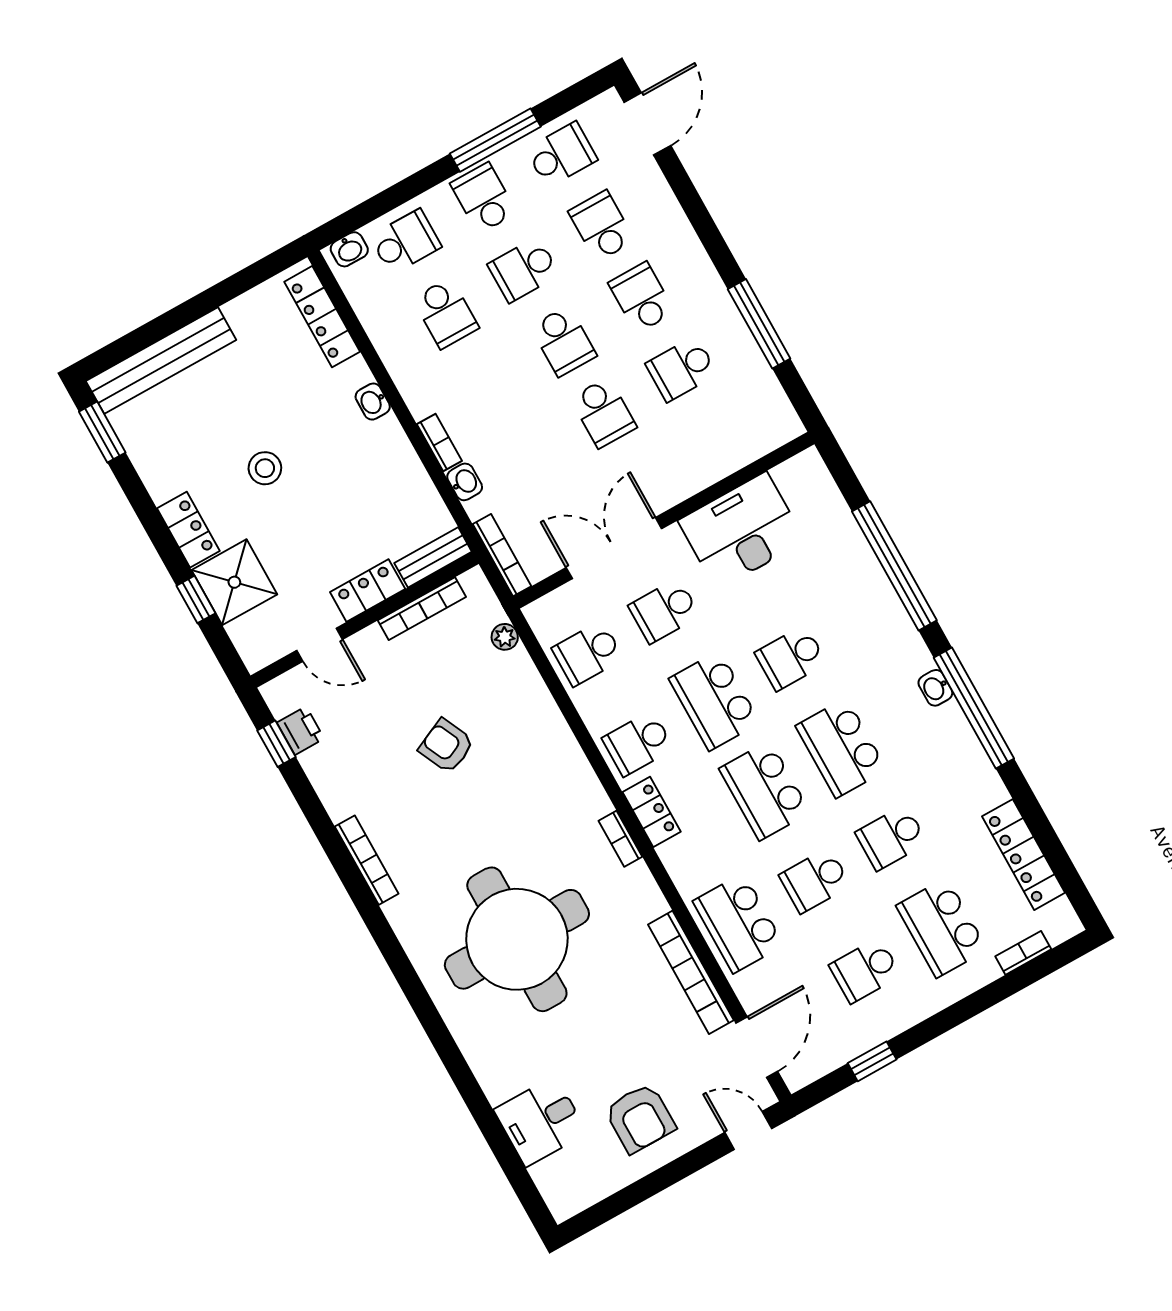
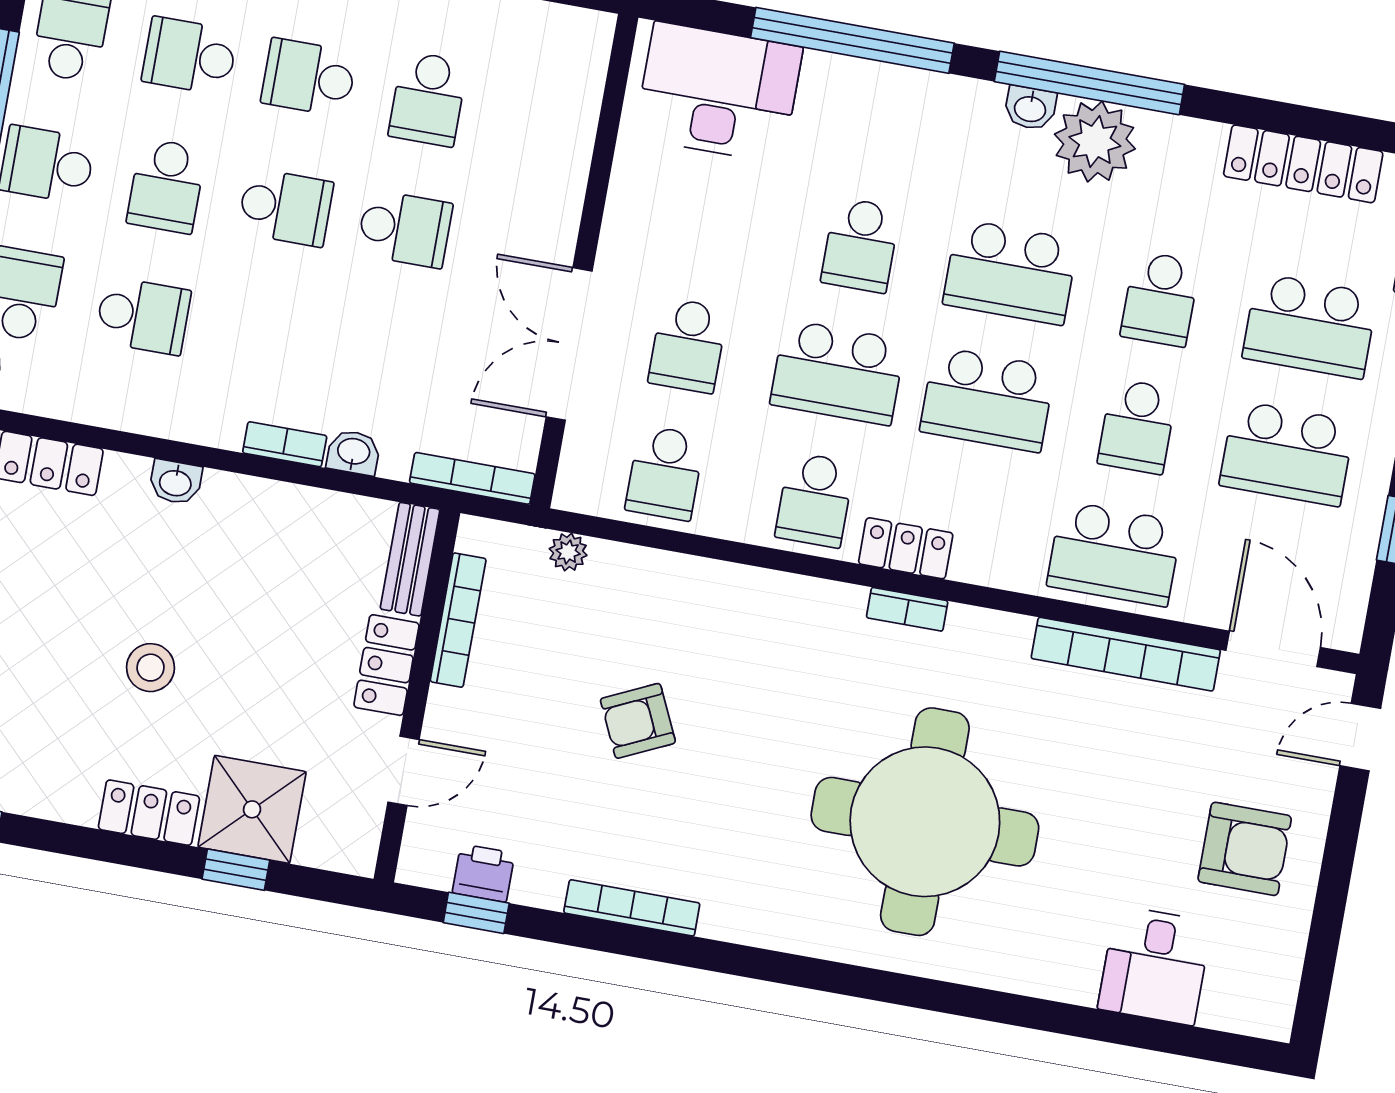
desk: (742, 531) -> (718, 93), moved, turned 90
plant: (946, 736) -> (1095, 142), added
bookcase: (367, 860) -> (632, 908), moved
school desk: (865, 970) -> (1287, 453), width x1.85

